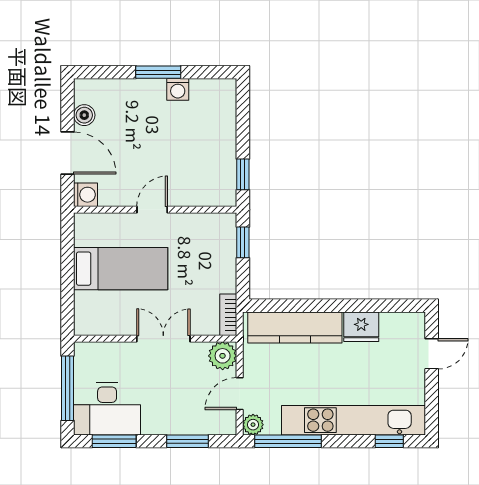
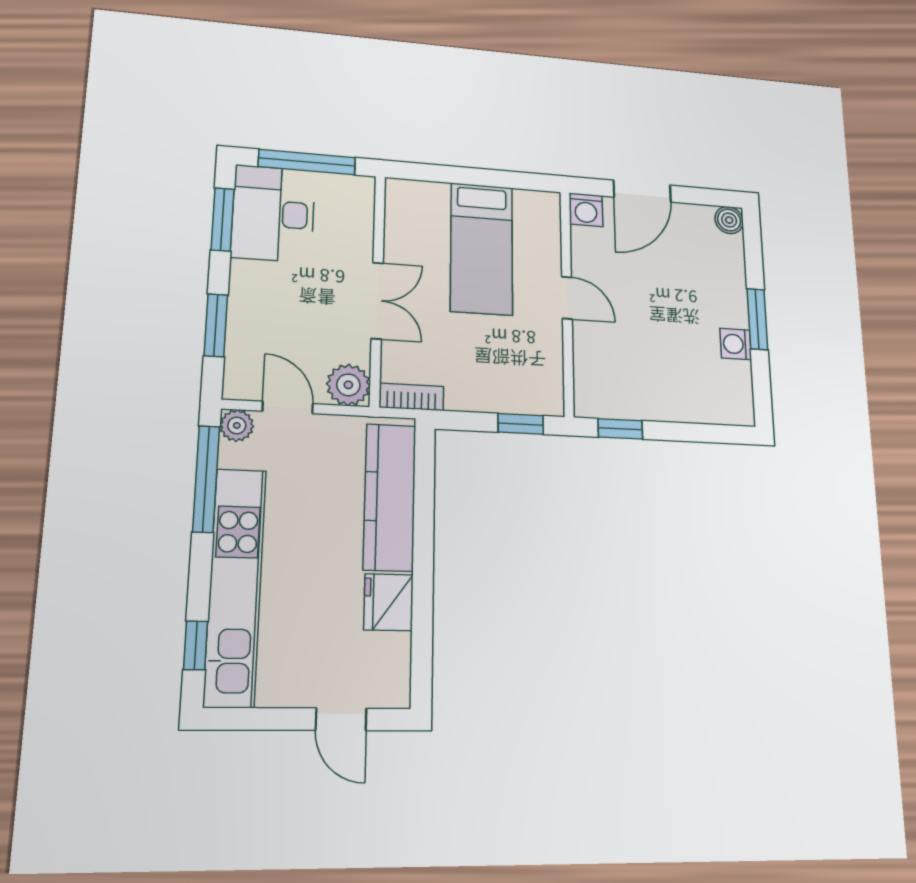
boiler: (84, 115) -> (729, 220), moved

